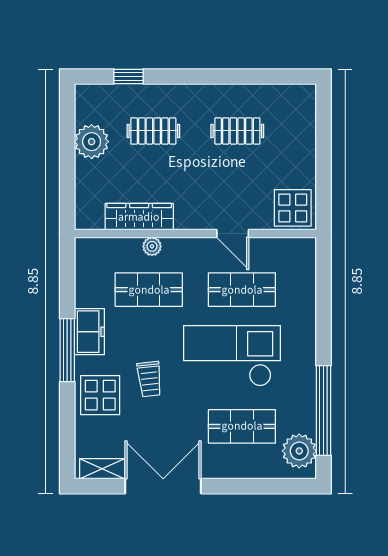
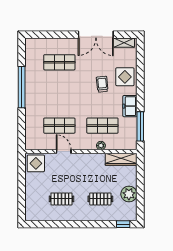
window: (128, 77) -> (123, 224), moved
wardrobe: (139, 217) -> (121, 159), moved
window: (67, 350) -> (140, 126), moved
checkout: (232, 356) -> (64, 95), removed
window: (324, 410) -> (22, 87), moved
plant: (299, 451) -> (33, 51), removed

